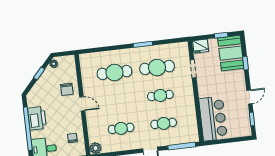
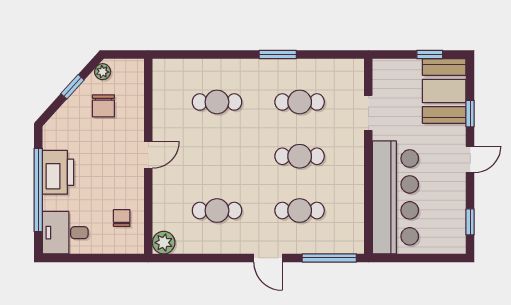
fridge: (201, 46) -> (388, 71), removed
cafe table: (157, 67) -> (300, 102), width x0.73, depth x0.74
cafe table: (114, 72) -> (217, 102), width x0.73, depth x0.74
chair: (67, 89) -> (103, 106), moved
door: (249, 97) -> (470, 159), moved
door: (82, 104) -> (148, 155), hinge flipped
bar counter: (213, 119) -> (395, 197), width x1.36

